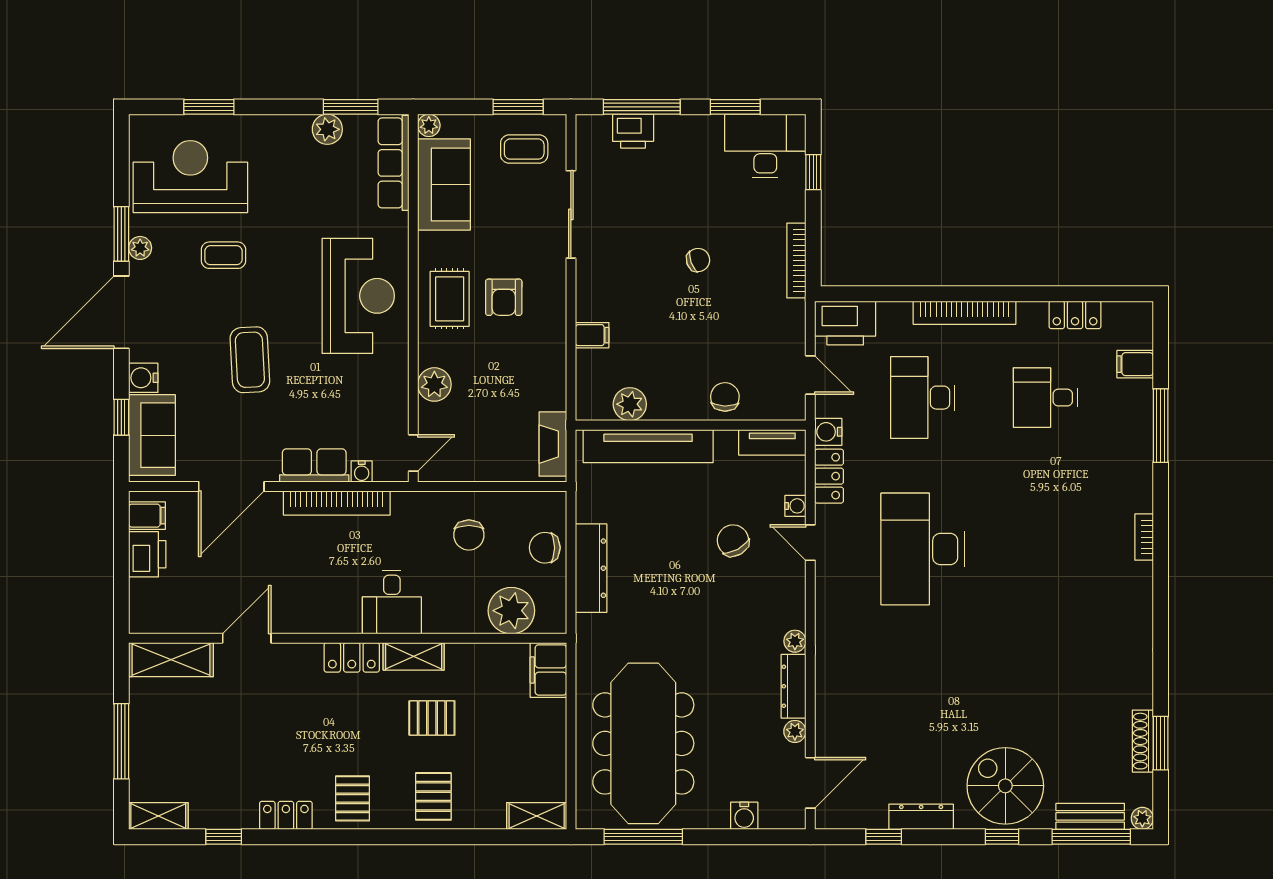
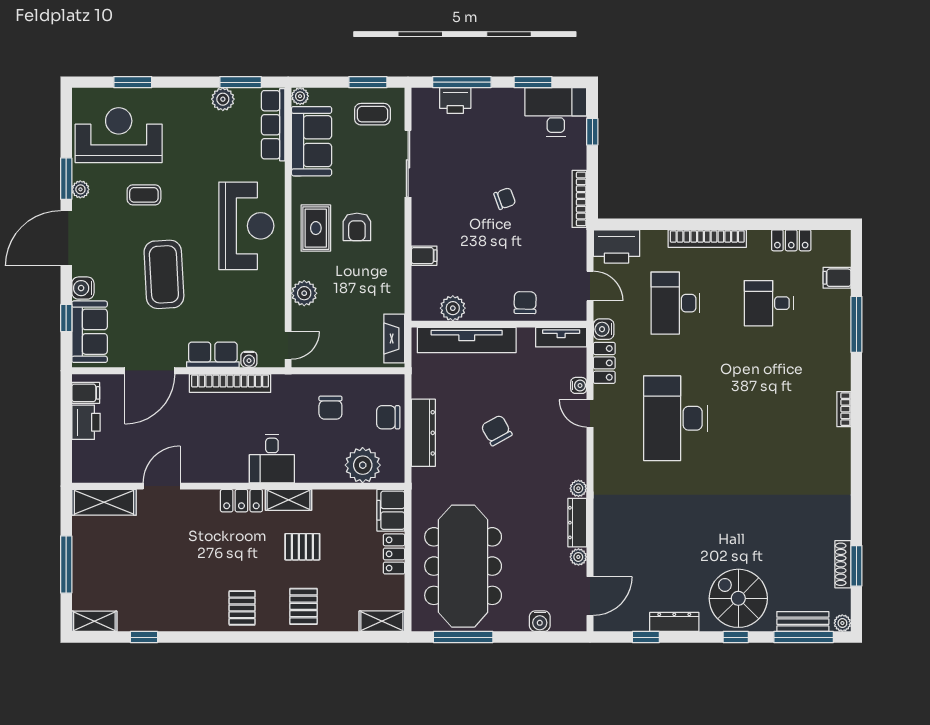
coffee table: (250, 360) -> (164, 274), width x1.36, depth x1.32
chair: (733, 541) -> (497, 430), moved
locker: (286, 815) -> (394, 554), moved, turned -90

